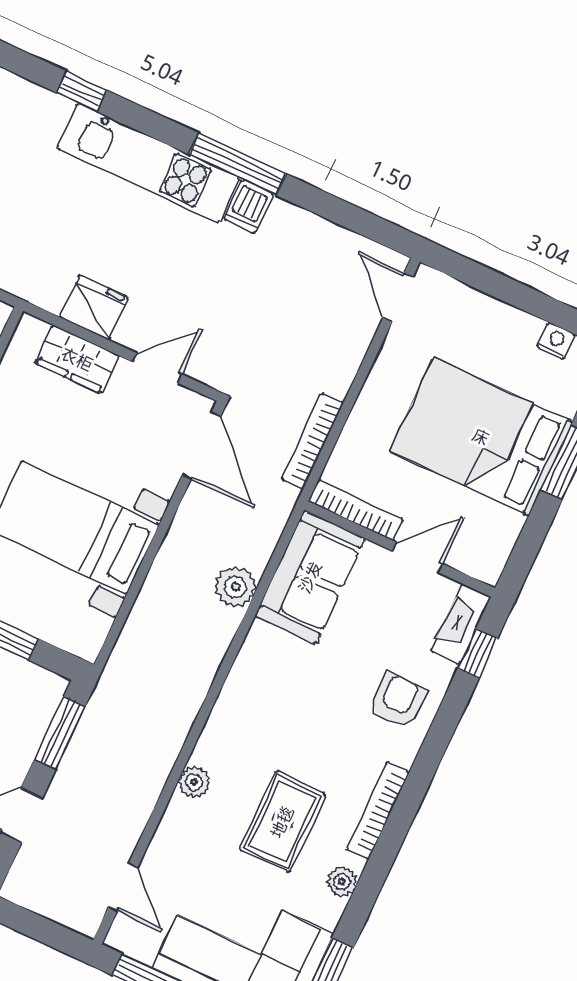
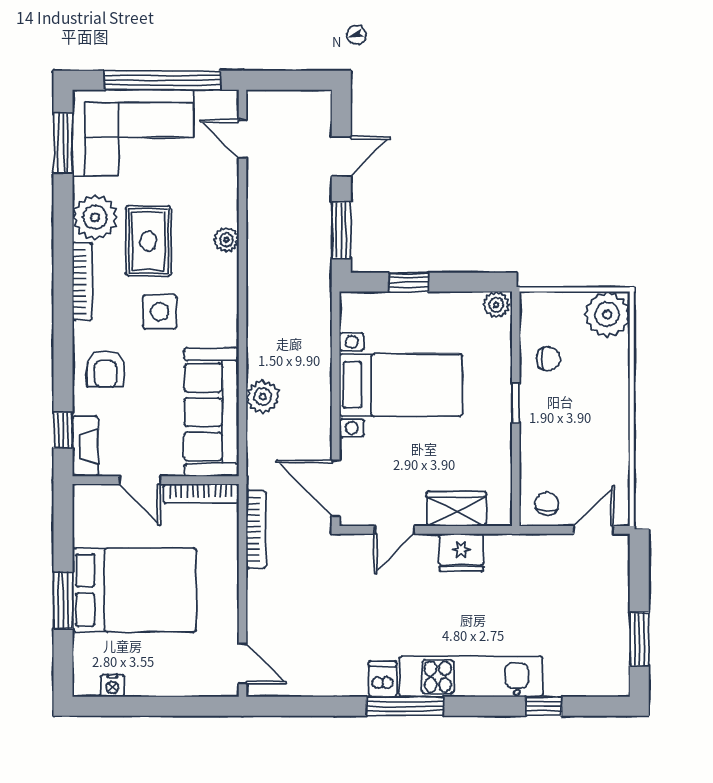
door: (417, 557) -> (140, 480), hinge flipped
sofa: (310, 577) -> (211, 412), width x1.36
side table: (307, 736) -> (160, 312), added
plant: (342, 882) -> (95, 217), width x1.87, depth x1.87

